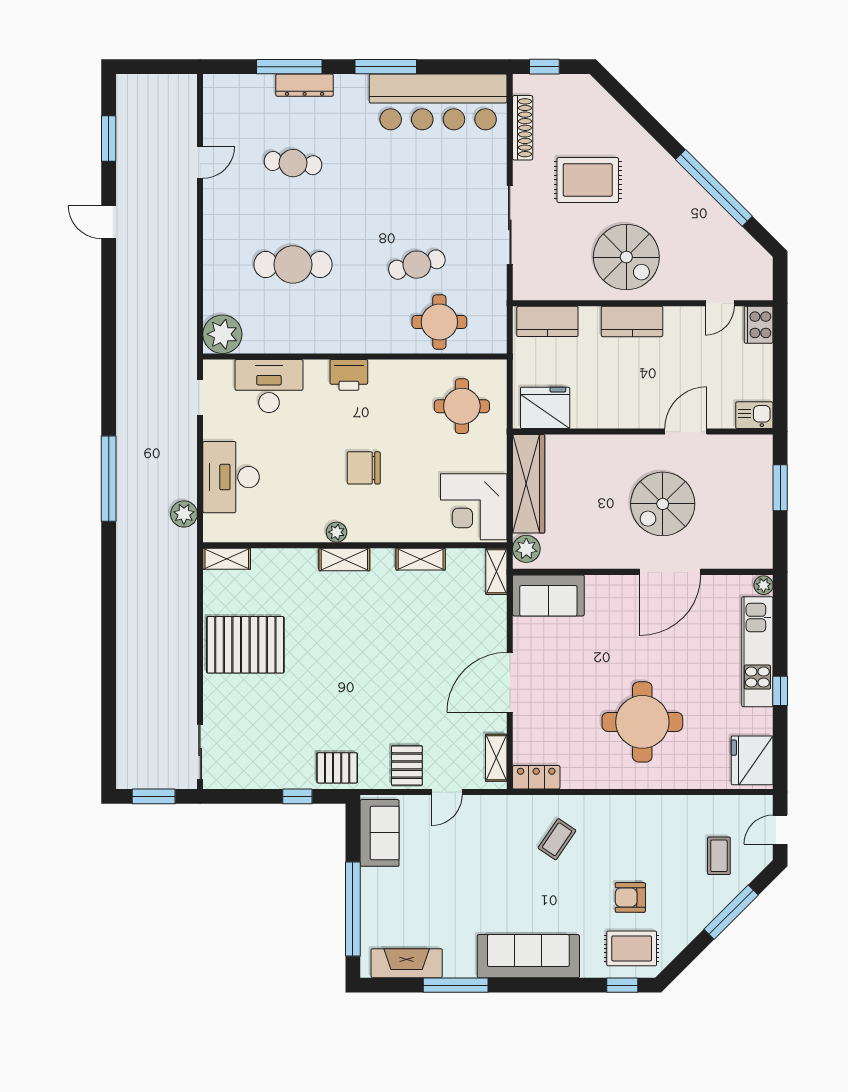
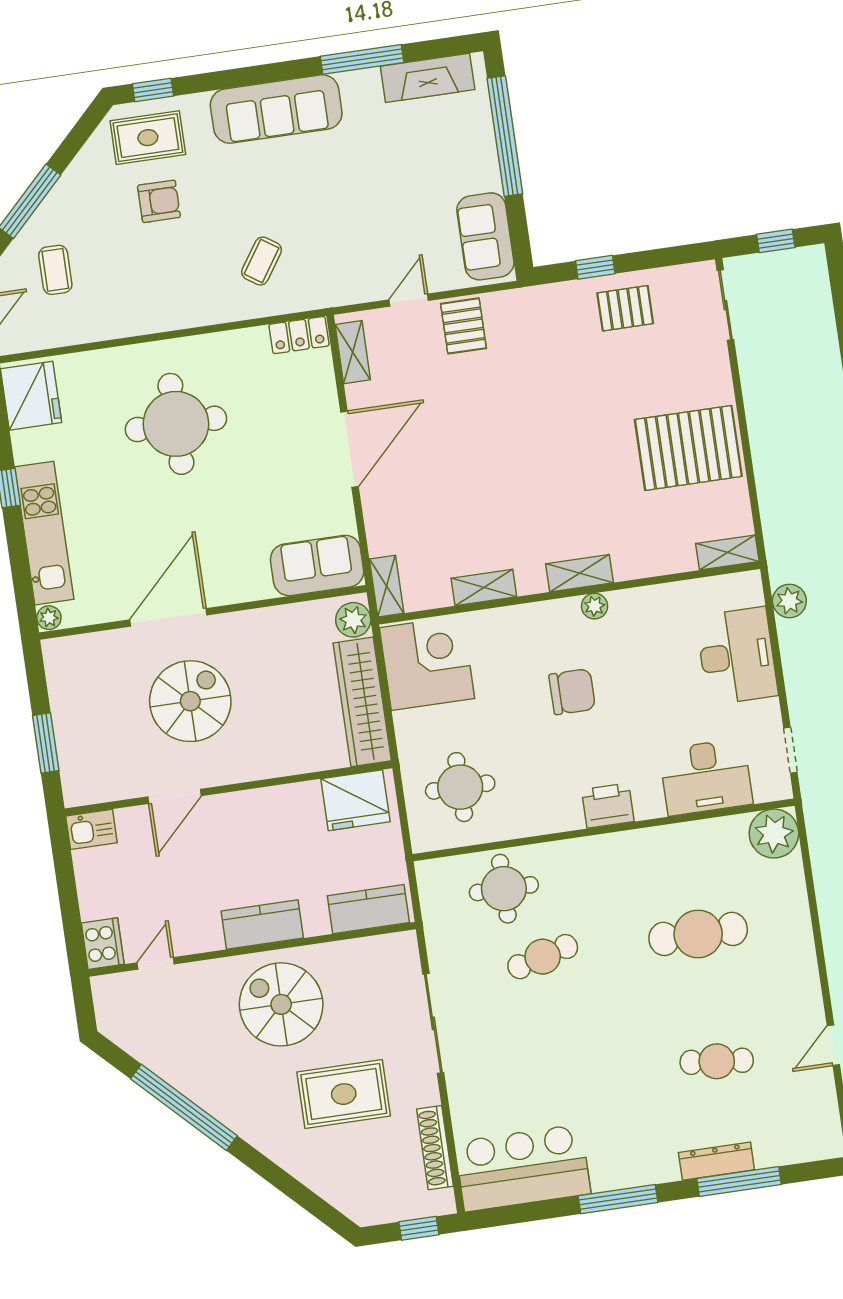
bar counter: (438, 102) -> (523, 1168), width x0.73
pallet: (337, 768) -> (625, 308), moved
window: (154, 796) -> (776, 241), width x0.67

